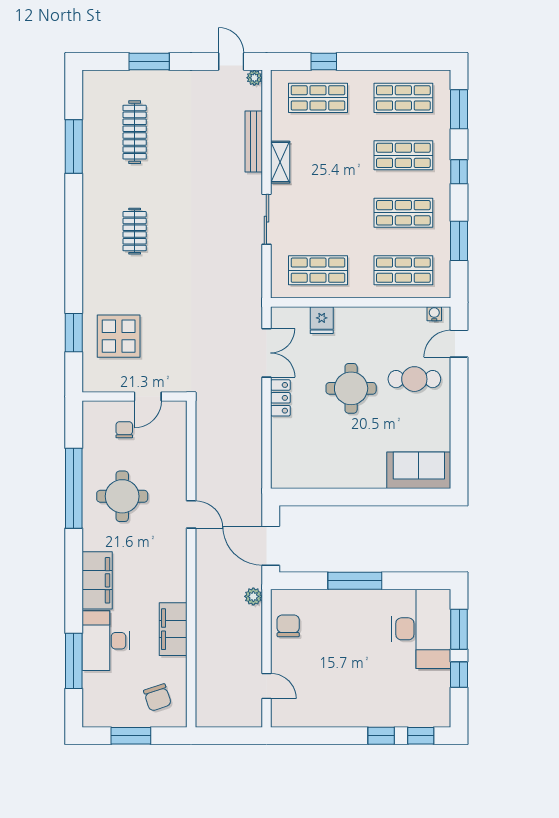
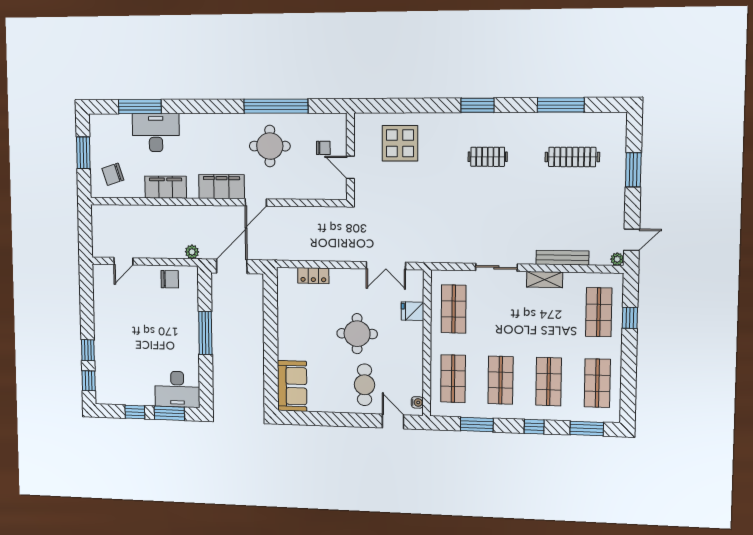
window: (74, 333) -> (478, 105), moved
locker: (280, 398) -> (313, 276), moved
filing cabinet: (97, 580) -> (222, 187), moved, turned 180
desk: (421, 629) -> (177, 389), width x0.73, depth x0.77

